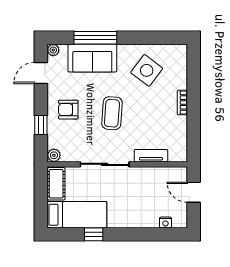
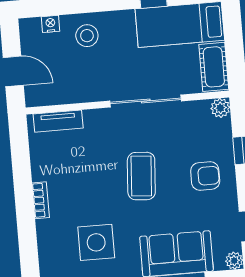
side table: (147, 70) -> (96, 242), turned -37
tv unit: (151, 156) -> (58, 121), moved
stool: (141, 212) -> (87, 36), added

